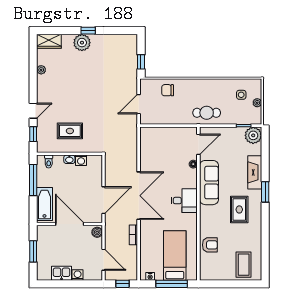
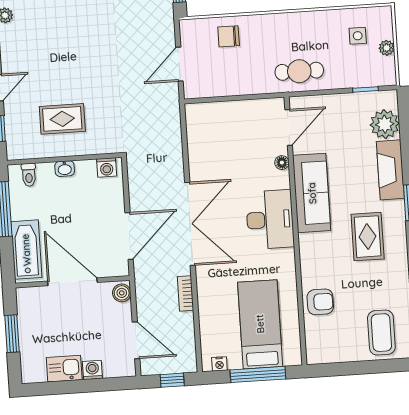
plant: (253, 135) -> (385, 124), moved
washing machine: (81, 160) -> (107, 167), moved
desk: (184, 201) -> (270, 220), width x1.37

